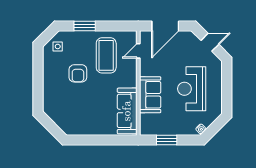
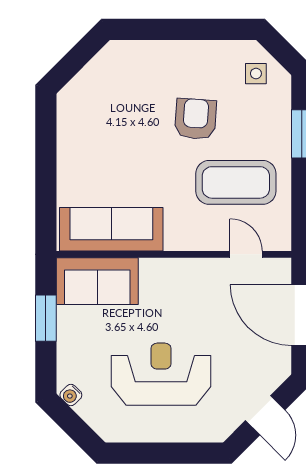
armchair: (78, 73) -> (196, 119), turned 94
sofa: (150, 95) -> (97, 281), moved

